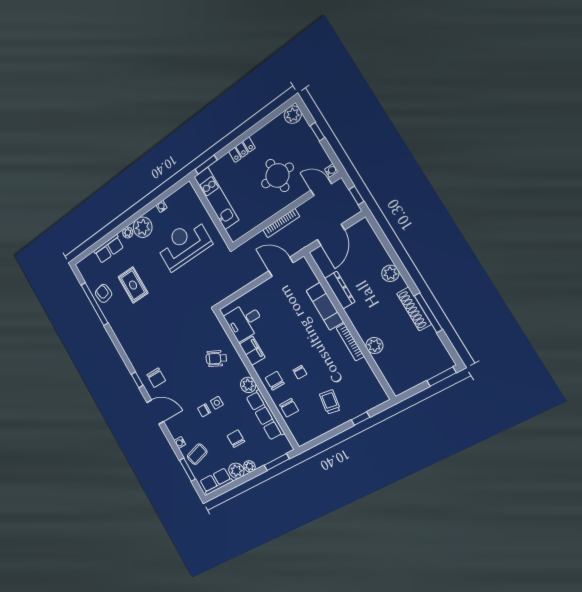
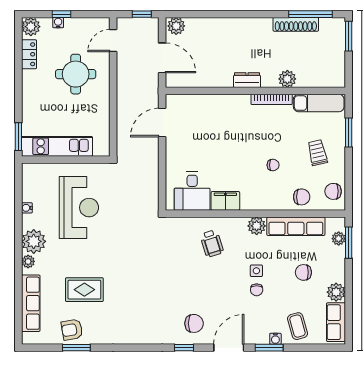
locker: (242, 150) -> (29, 54), moved
water cooler: (331, 170) -> (58, 23), moved
bookcase: (281, 223) -> (122, 97), removed
reception desk: (184, 244) -> (79, 208), turned 180
row of seats: (109, 249) -> (31, 303), width x1.48
plant: (390, 273) -> (176, 26), moved
dresser: (340, 290) -> (247, 80), moved, width x0.70
window: (95, 304) -> (76, 348), width x0.47
exam couch: (325, 306) -> (319, 103), moved
shoe rack: (414, 309) -> (296, 24), moved
window: (428, 313) -> (311, 14), moved
wheelchair: (216, 358) -> (212, 243), turned -42
chair: (275, 381) -> (333, 191), moved
trolley: (330, 402) -> (317, 153), turned 68
window: (361, 419) -> (349, 133), width x1.50
plant: (249, 466) -> (339, 239), moved
window: (187, 470) -> (269, 348), moved

